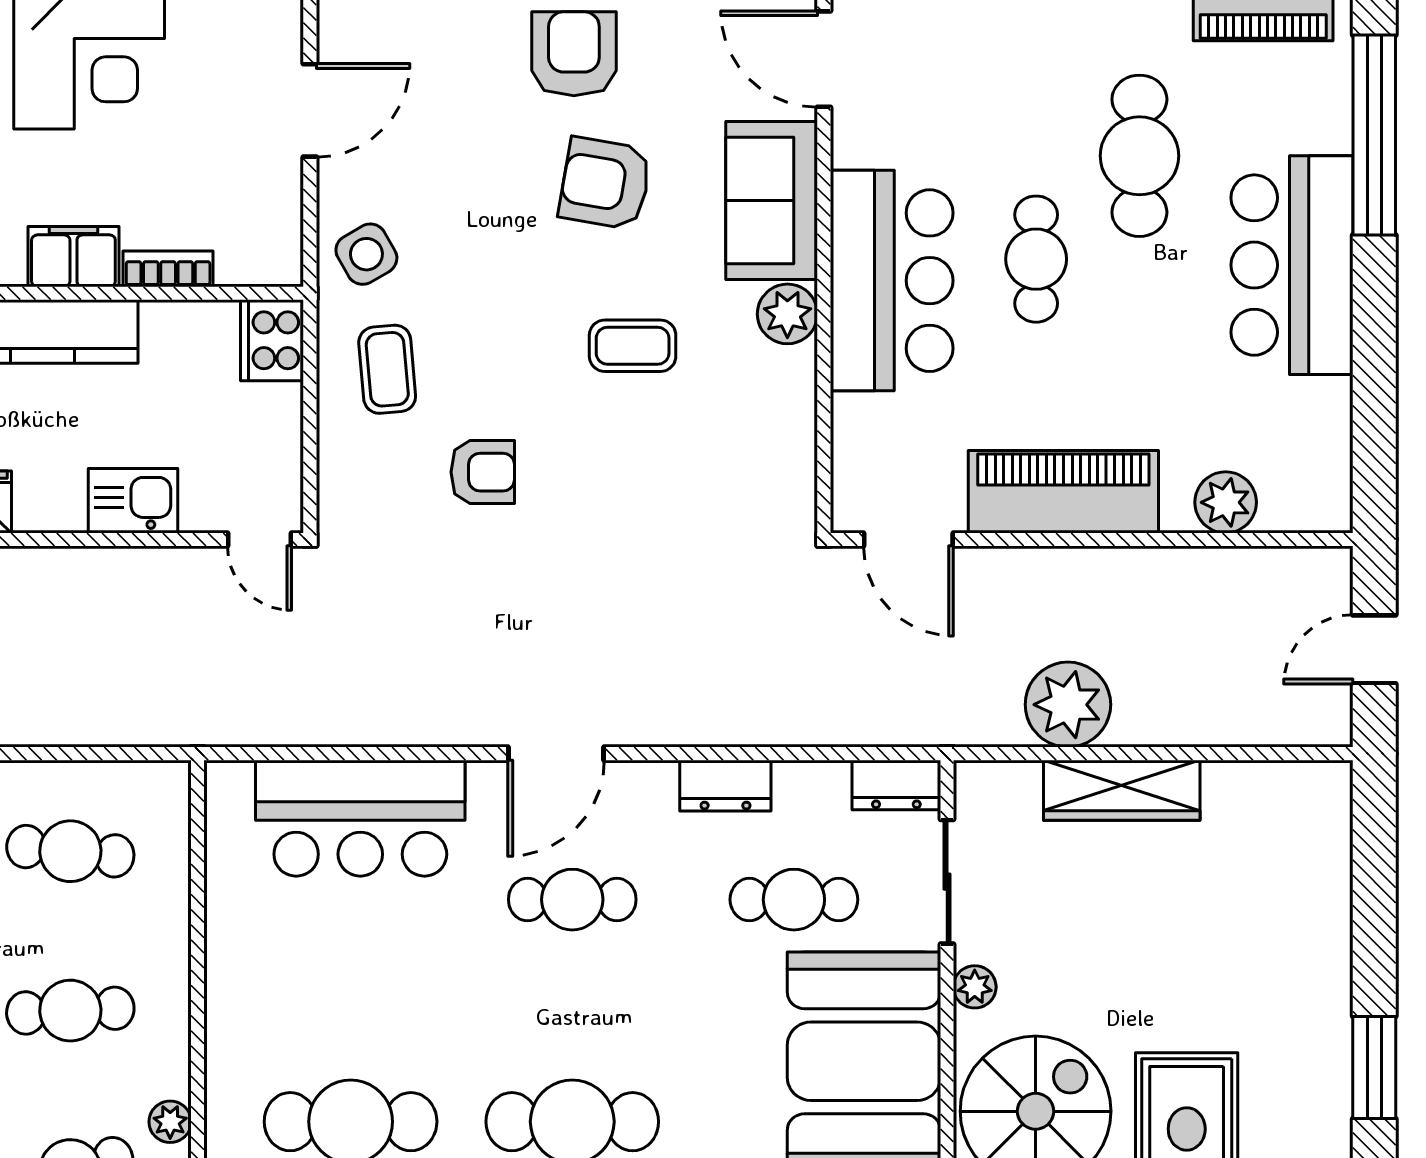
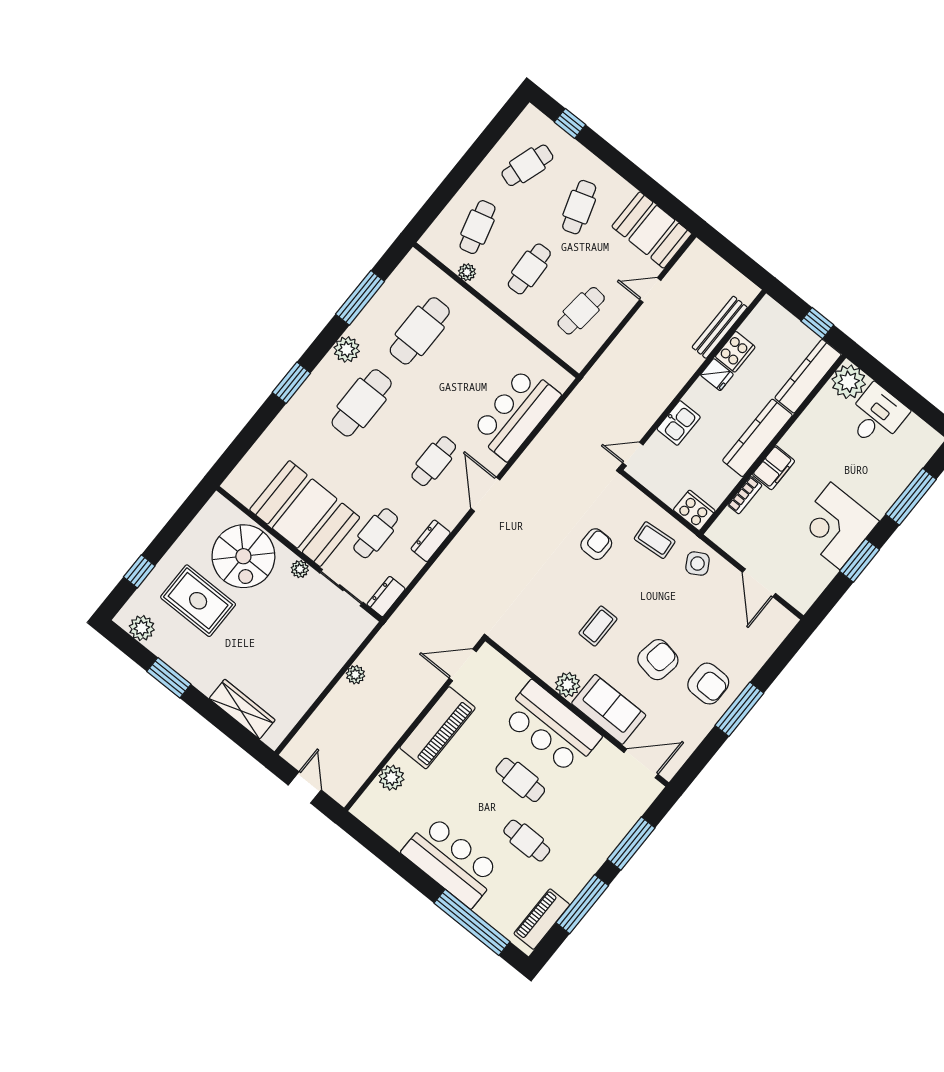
cafe table: (1139, 156) -> (527, 841), width x0.73, depth x0.74
armchair: (483, 472) -> (596, 544), turned 180
plant: (1068, 705) -> (355, 675), width x0.53, depth x0.53
wardrobe: (1122, 790) -> (242, 709), moved, turned 90

